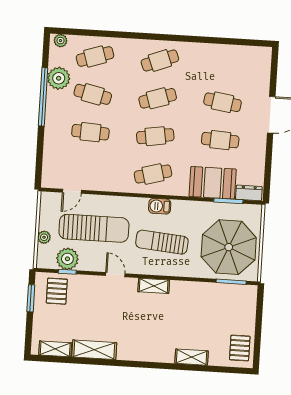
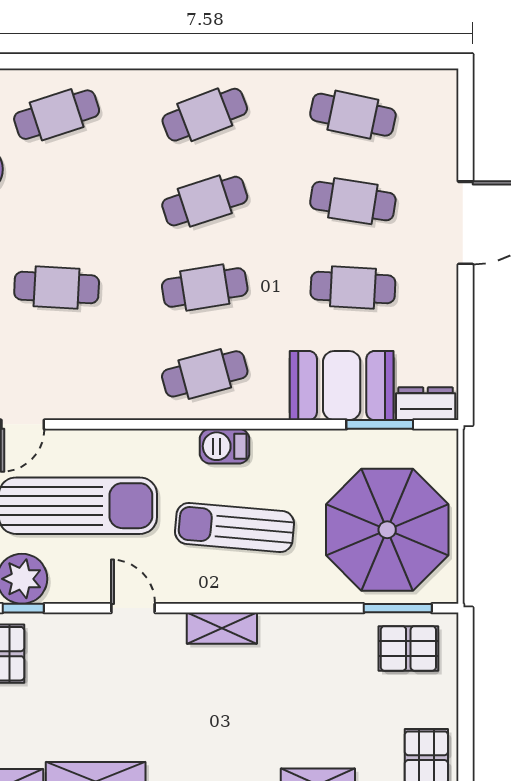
cafe table: (93, 94) -> (353, 115), moved
pallet: (235, 300) -> (408, 648), added

